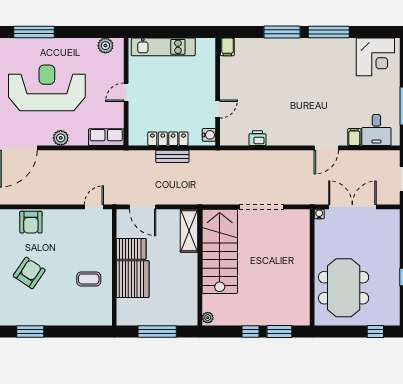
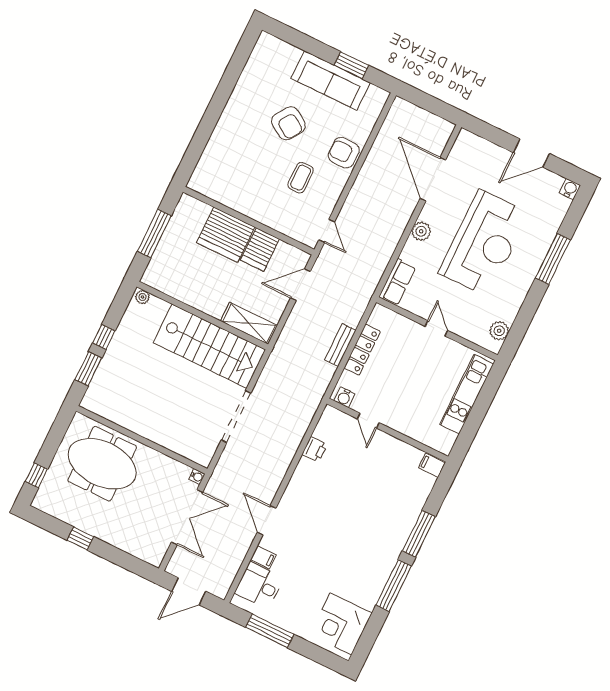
coffee table: (89, 279) -> (301, 178), moved
window: (30, 332) -> (223, 93), removed

